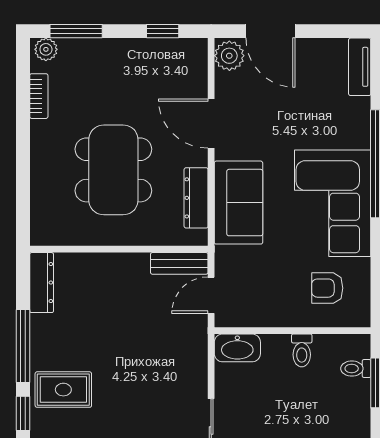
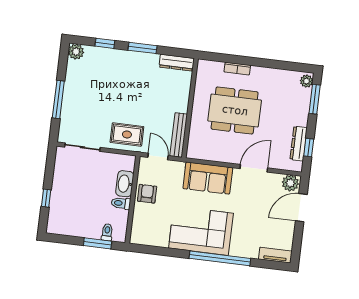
bookcase: (39, 96) -> (237, 69), moved
dresser: (196, 198) -> (299, 144), moved, turned -90
bench: (179, 263) -> (179, 135), width x1.36
armchair: (327, 288) -> (147, 194), moved
window: (23, 346) -> (142, 48), width x0.69
washbasin: (237, 348) -> (125, 184), moved
rug: (63, 390) -> (127, 134), moved, turned 90

